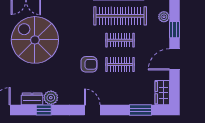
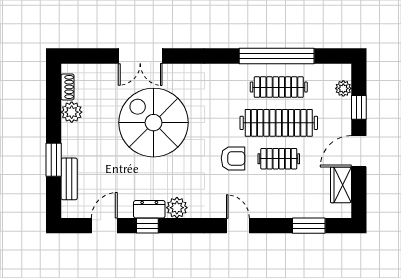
clothes rail: (120, 16) -> (279, 87), width x0.73, depth x0.76
clothes rail: (120, 40) -> (279, 123), width x1.86, depth x1.31
wardrobe: (162, 93) -> (341, 185), moved
window: (44, 110) -> (147, 226), moved

